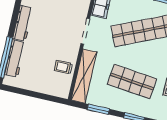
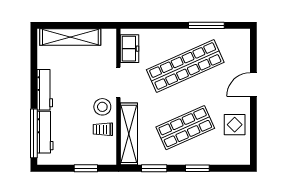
stool: (67, 48) -> (102, 107), added
shop shelf: (132, 82) -> (185, 128), turned -30
window: (42, 96) -> (86, 168), added

